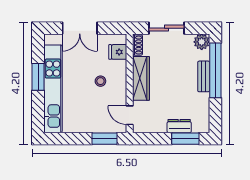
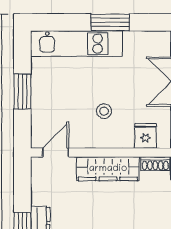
kitchen unit: (53, 89) -> (77, 44), width x0.73
window: (105, 139) -> (22, 91), moved

